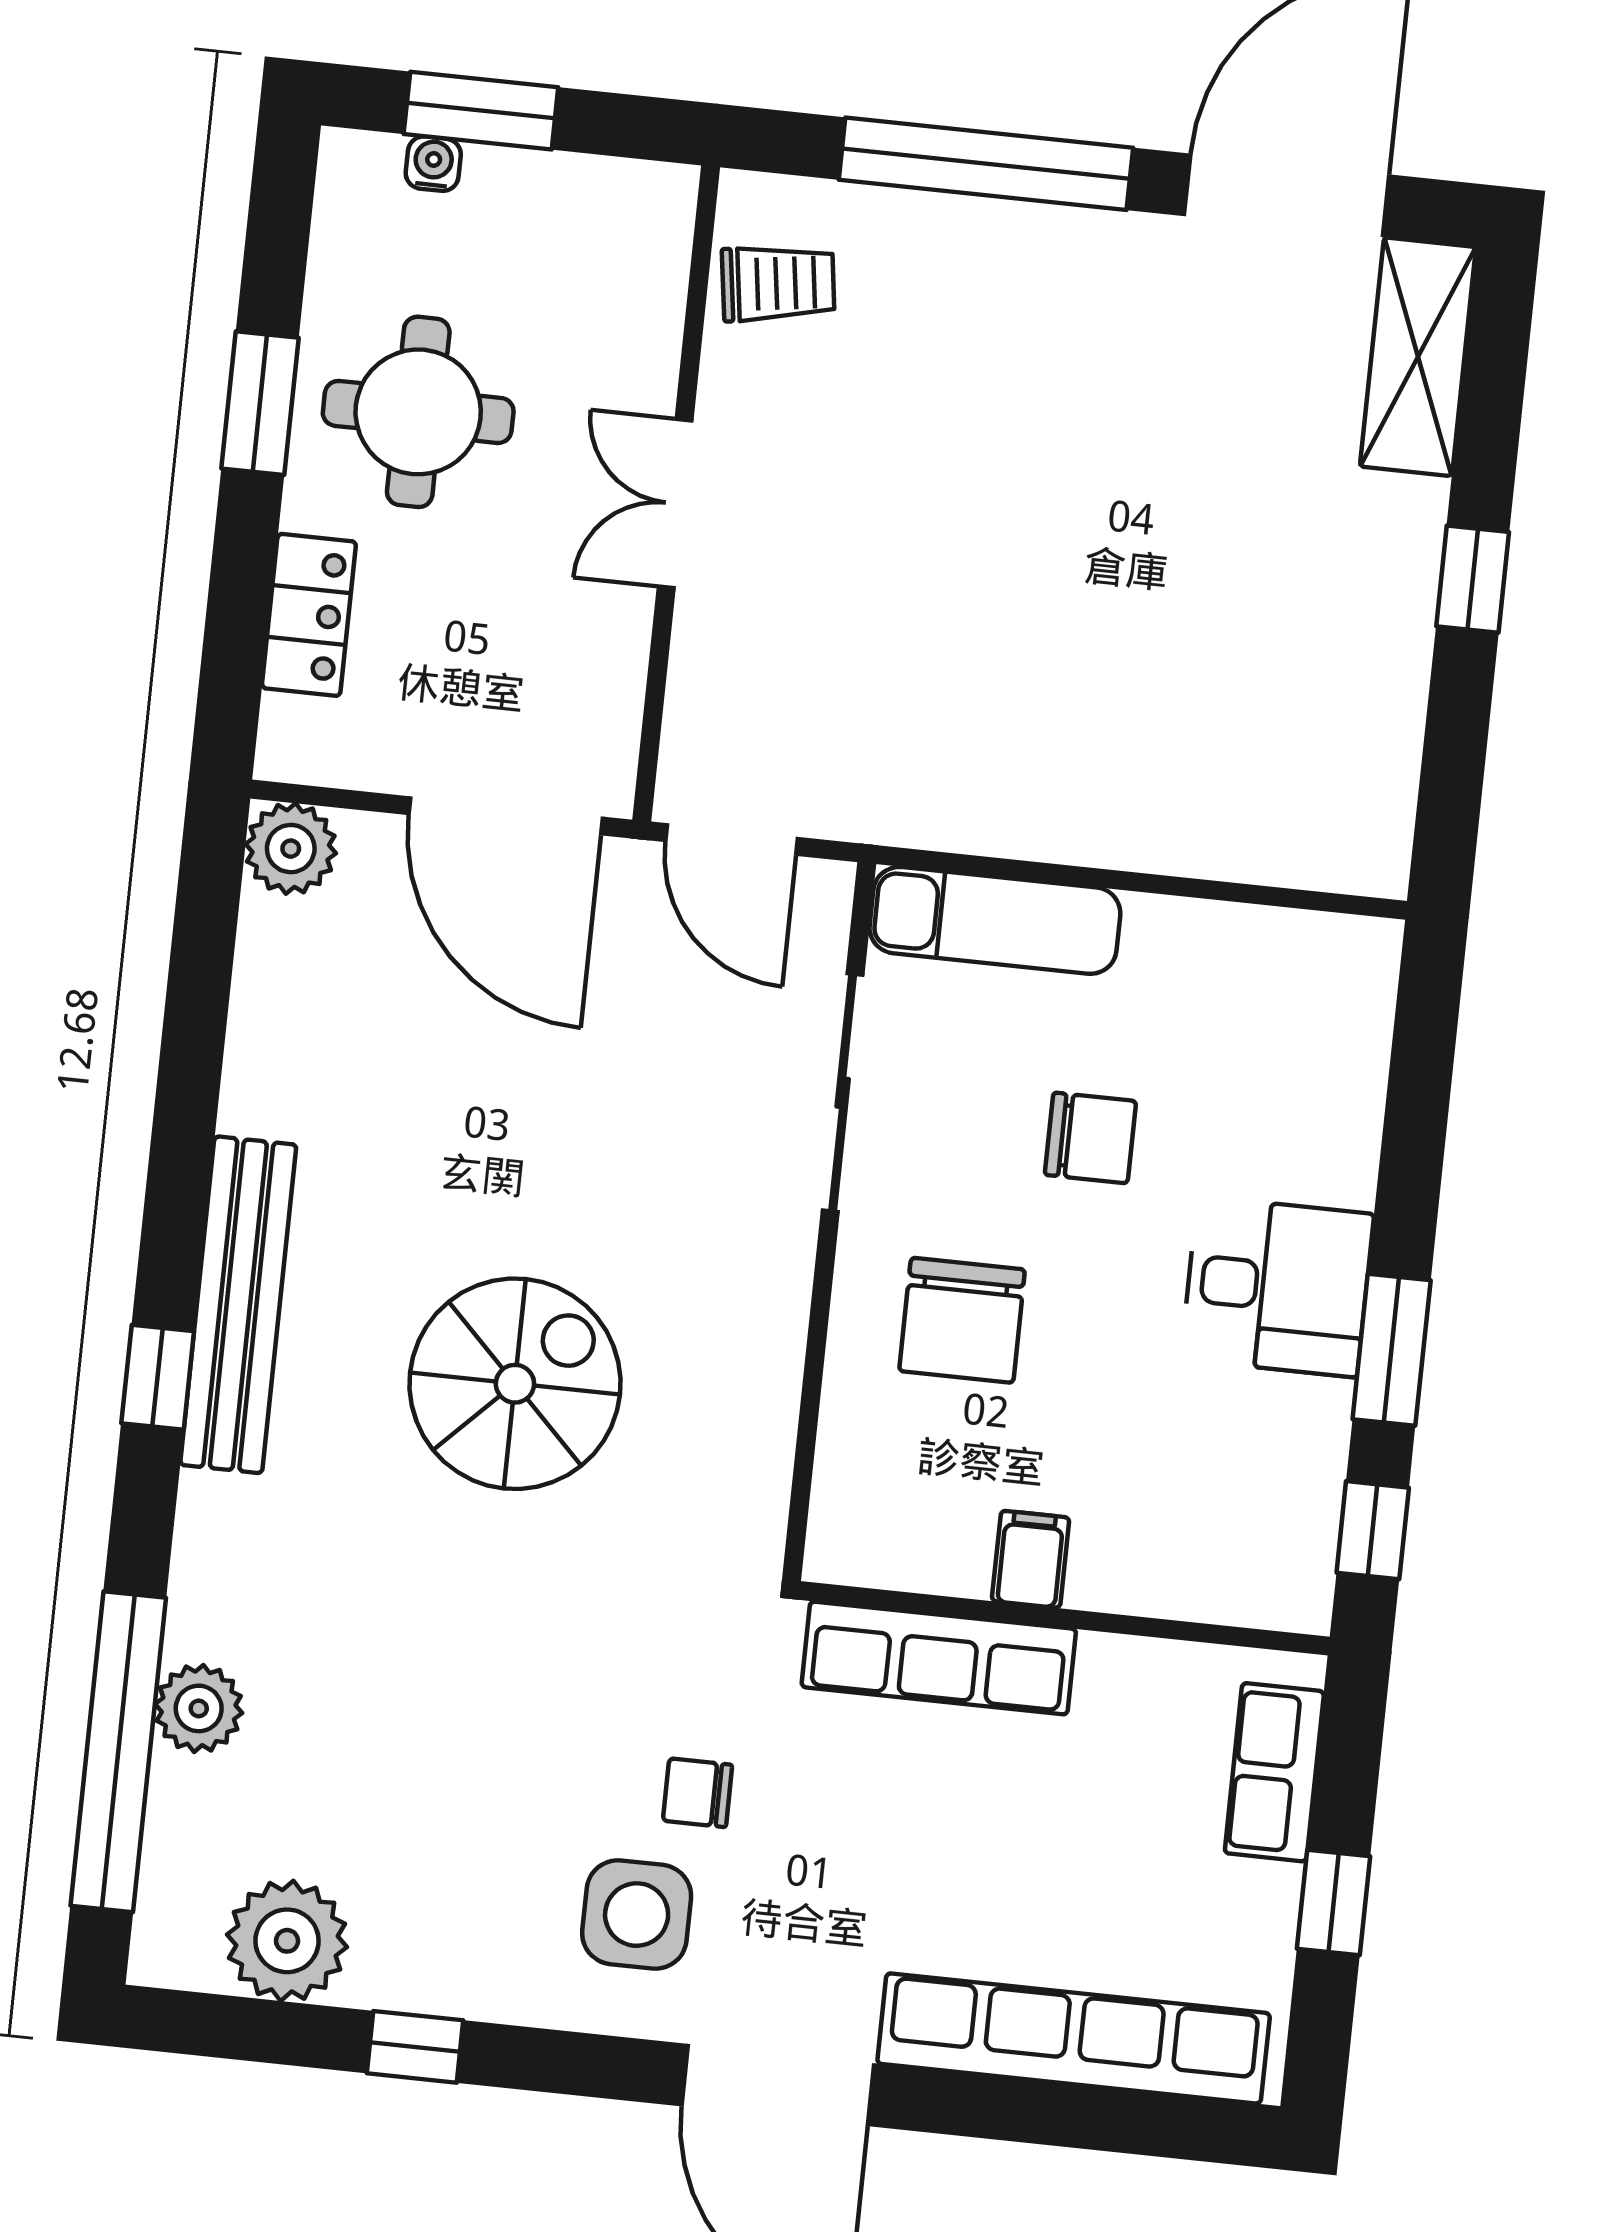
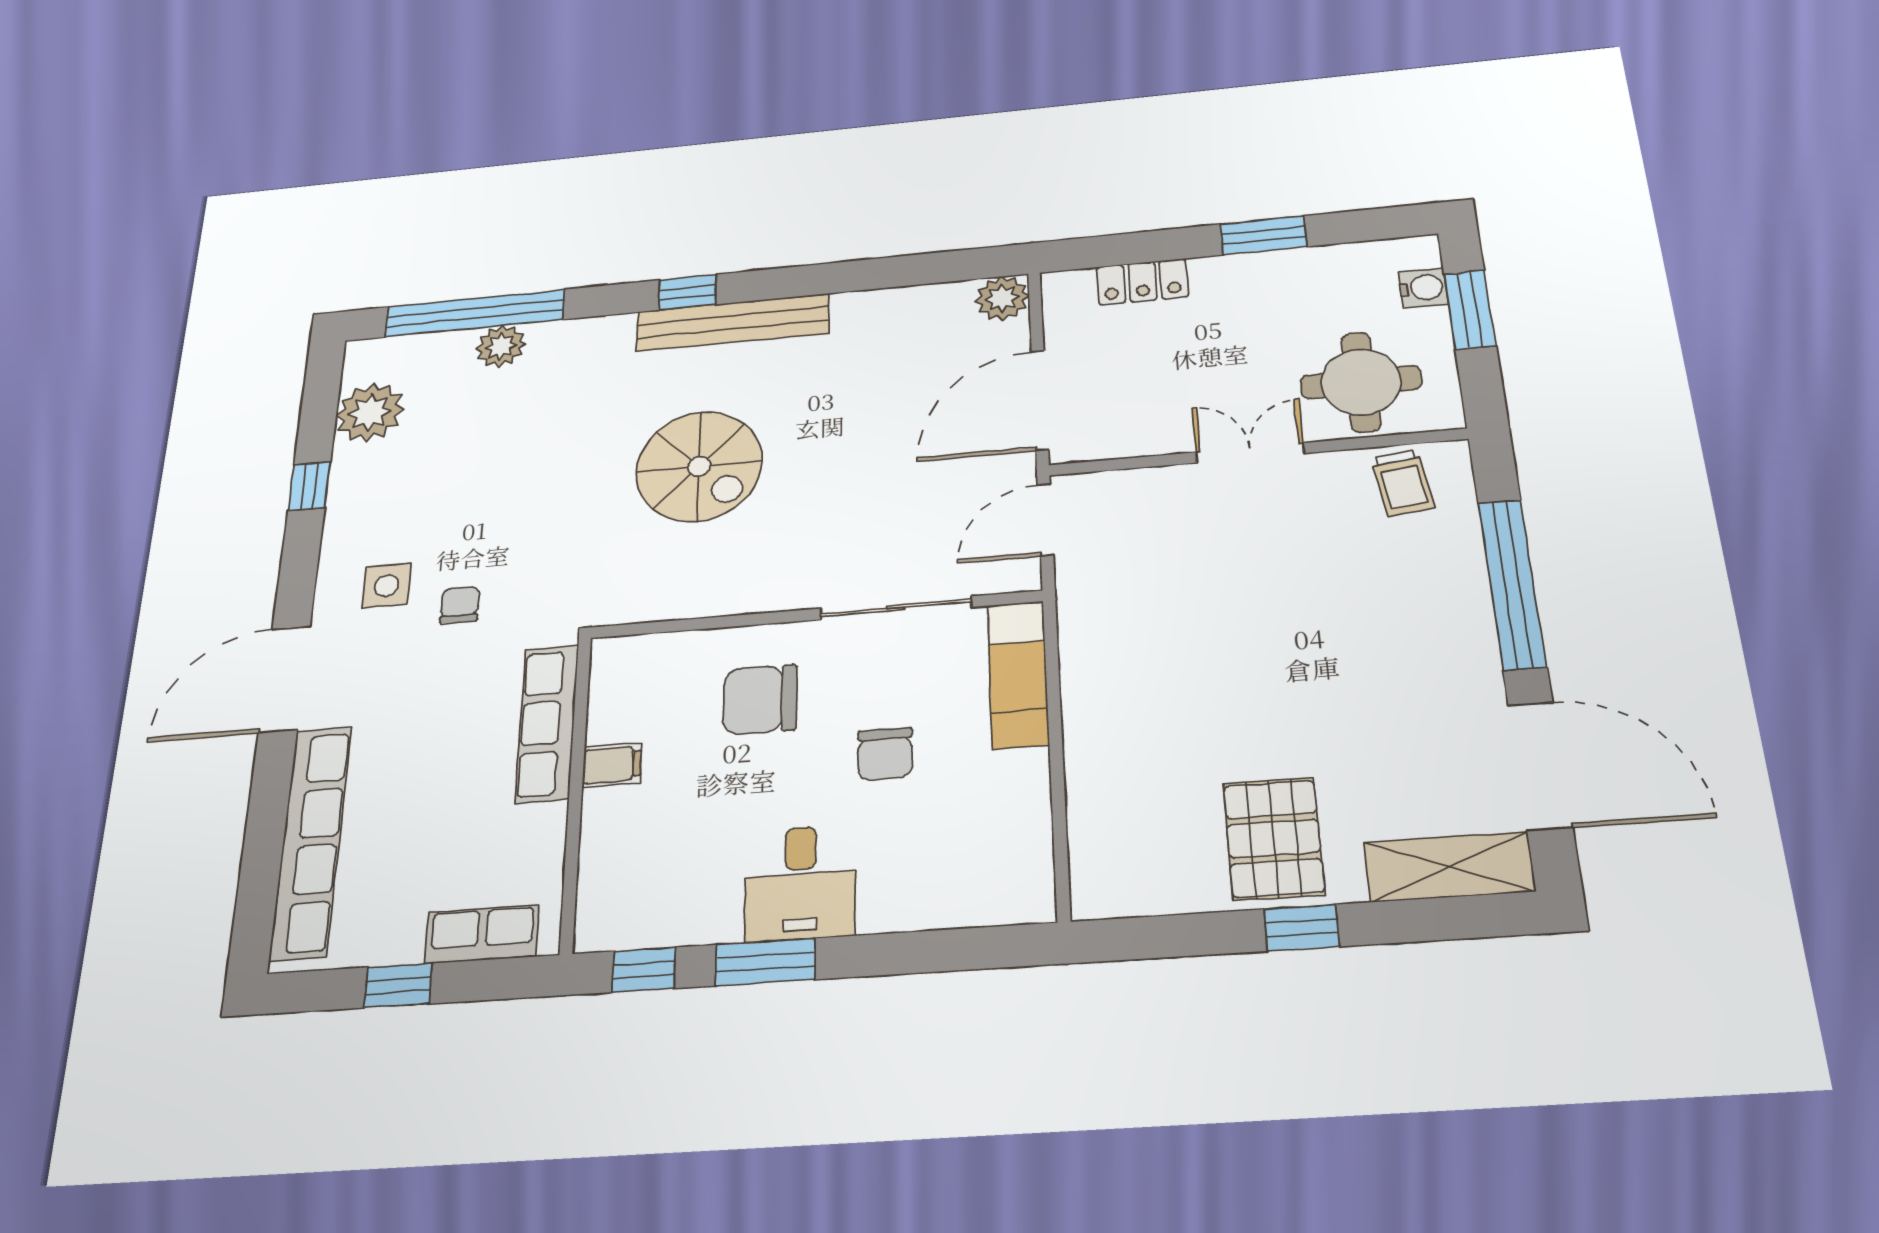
water cooler: (433, 164) -> (1423, 288), width x1.38, depth x1.38
round table: (418, 412) -> (1361, 382), moved
pallet: (1331, 592) -> (1274, 839), added
side table: (637, 1915) -> (386, 586), width x0.73, depth x0.73

